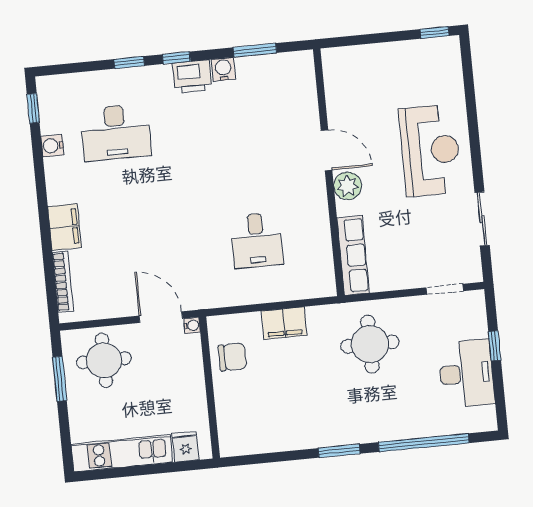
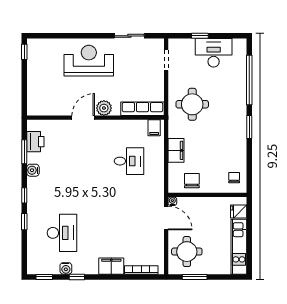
printer: (192, 77) -> (35, 142), moved
window: (39, 167) -> (77, 277), added
filing cabinet: (321, 280) -> (154, 128), added
door: (161, 317) -> (166, 218), swing flipped
chair: (245, 432) -> (234, 178), added

